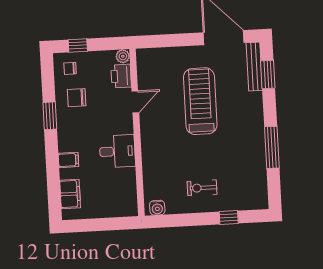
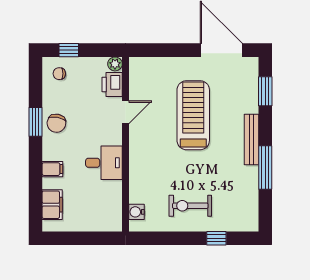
bench: (254, 67) -> (252, 140), moved
chair: (77, 98) -> (56, 123), moved, turned -79
exercise bike: (202, 188) -> (190, 206), width x1.38, depth x1.39
water cooler: (157, 208) -> (136, 212), moved, turned 90

